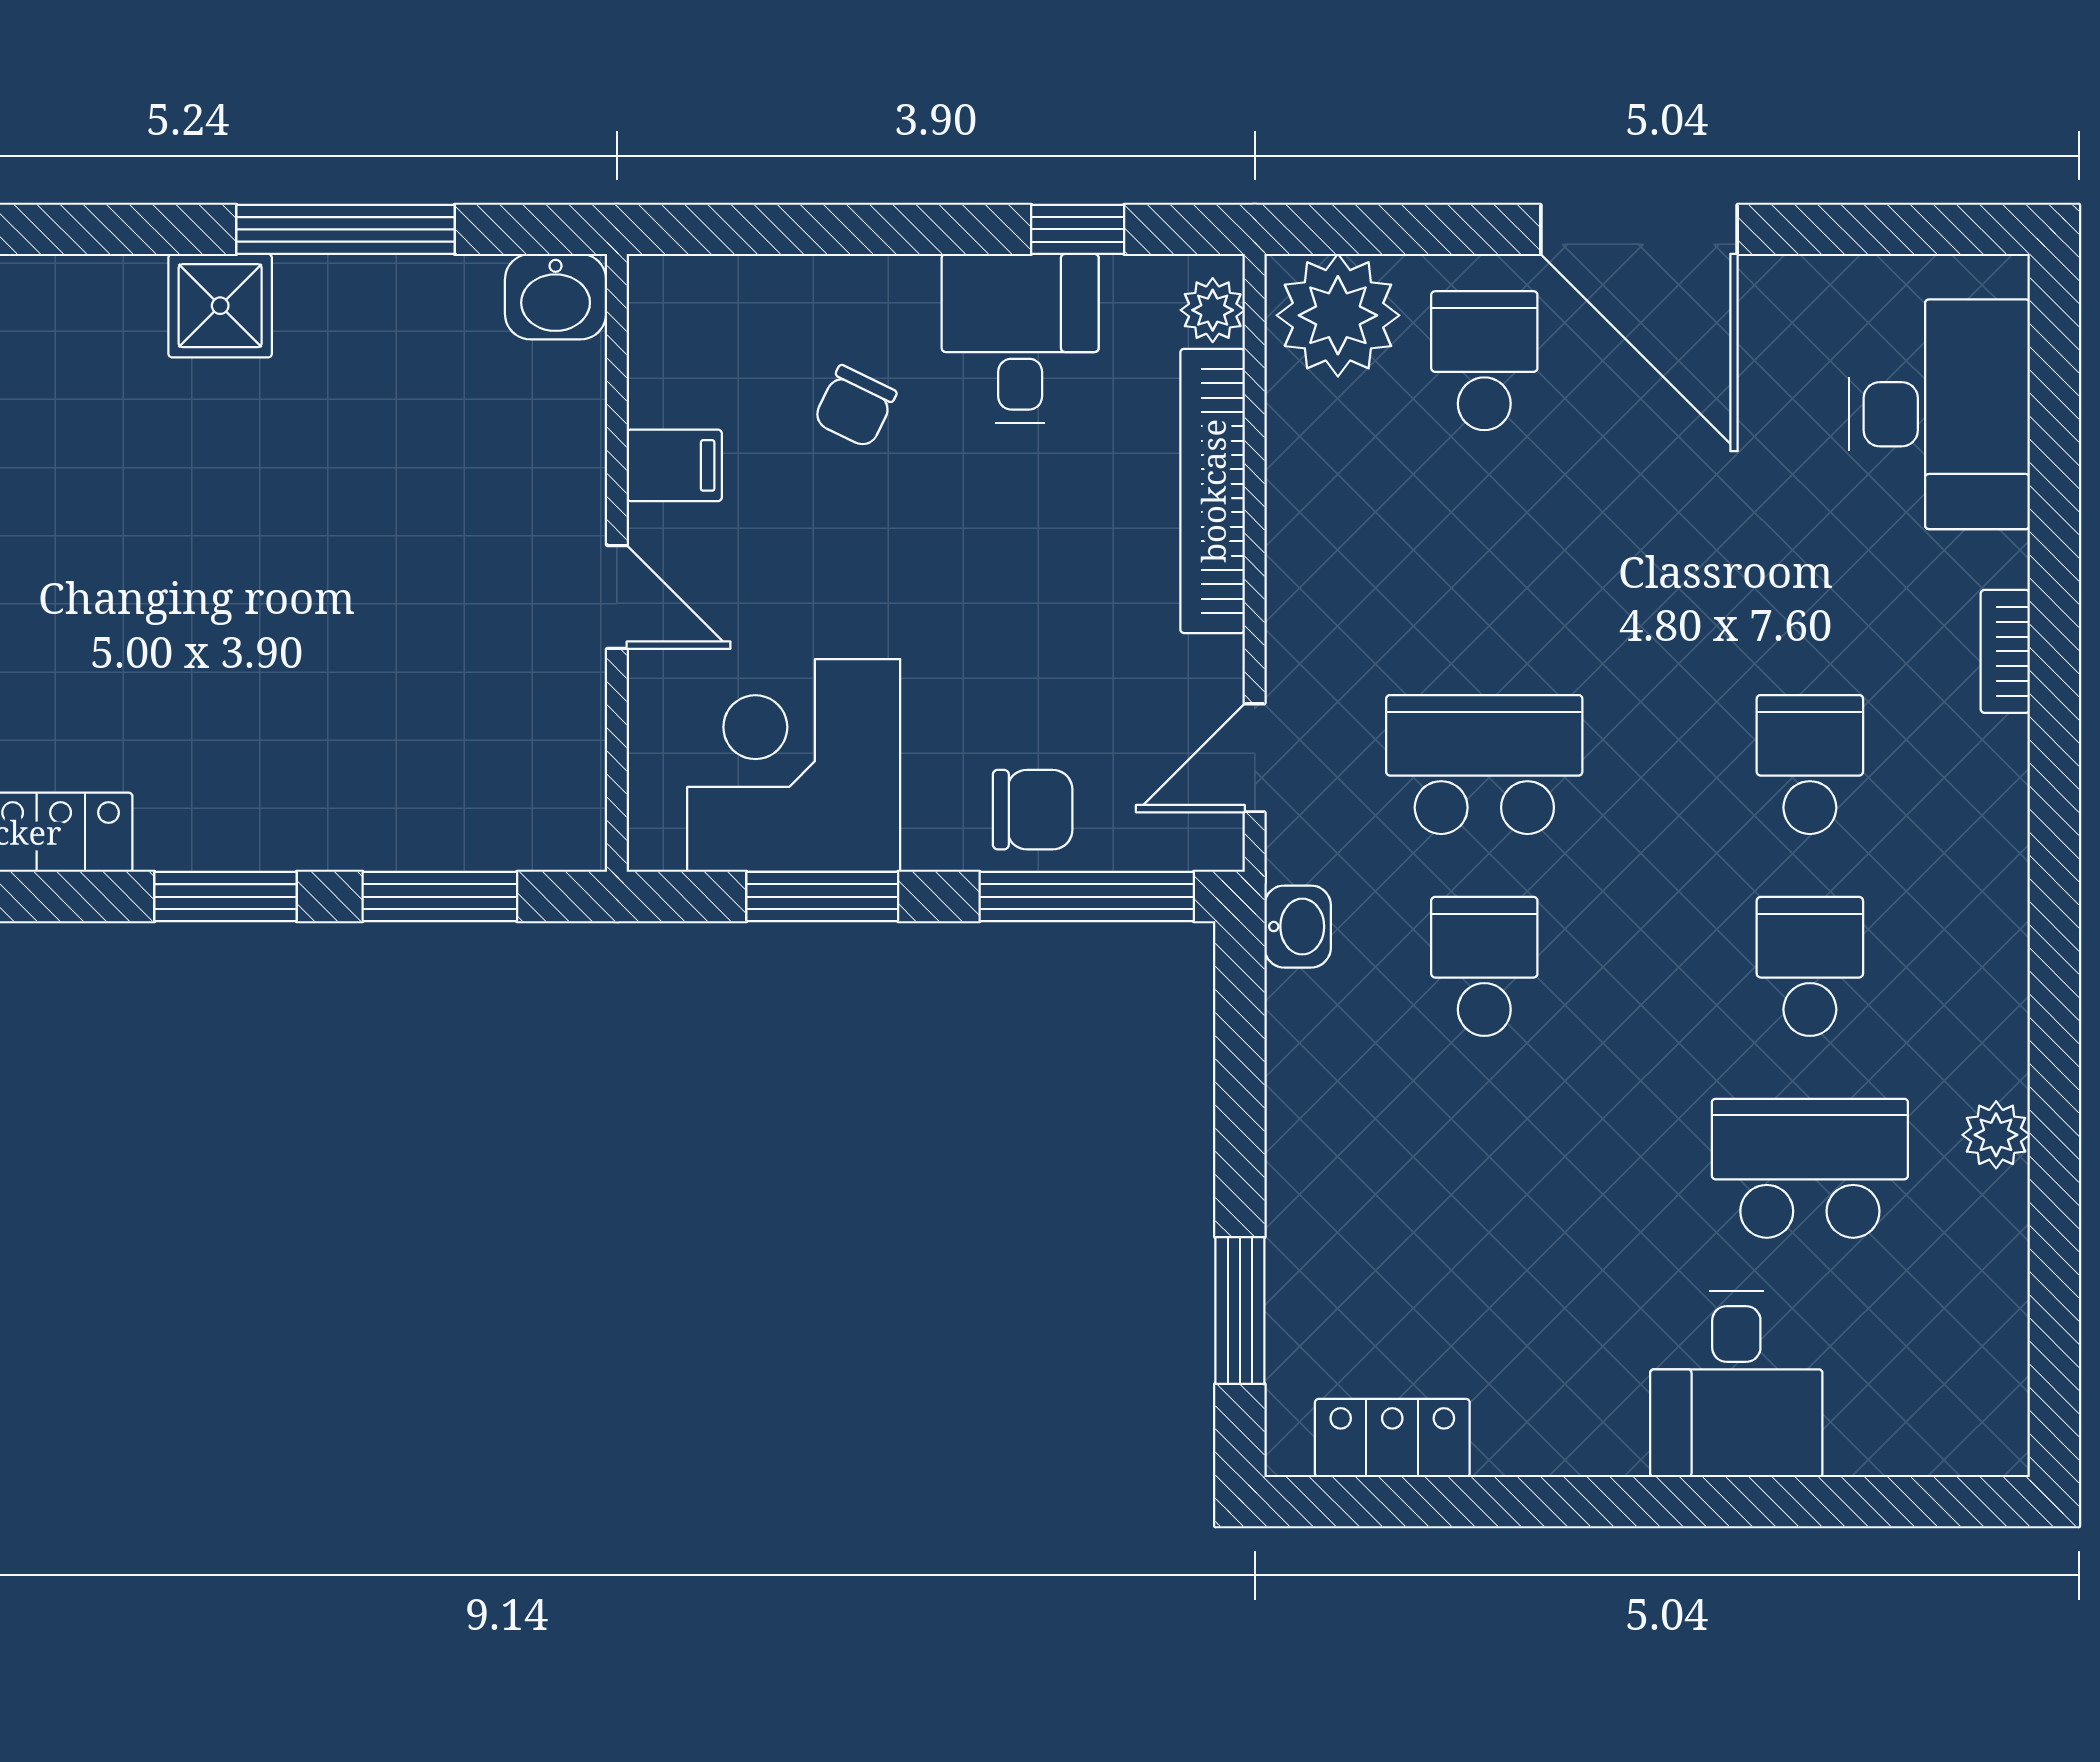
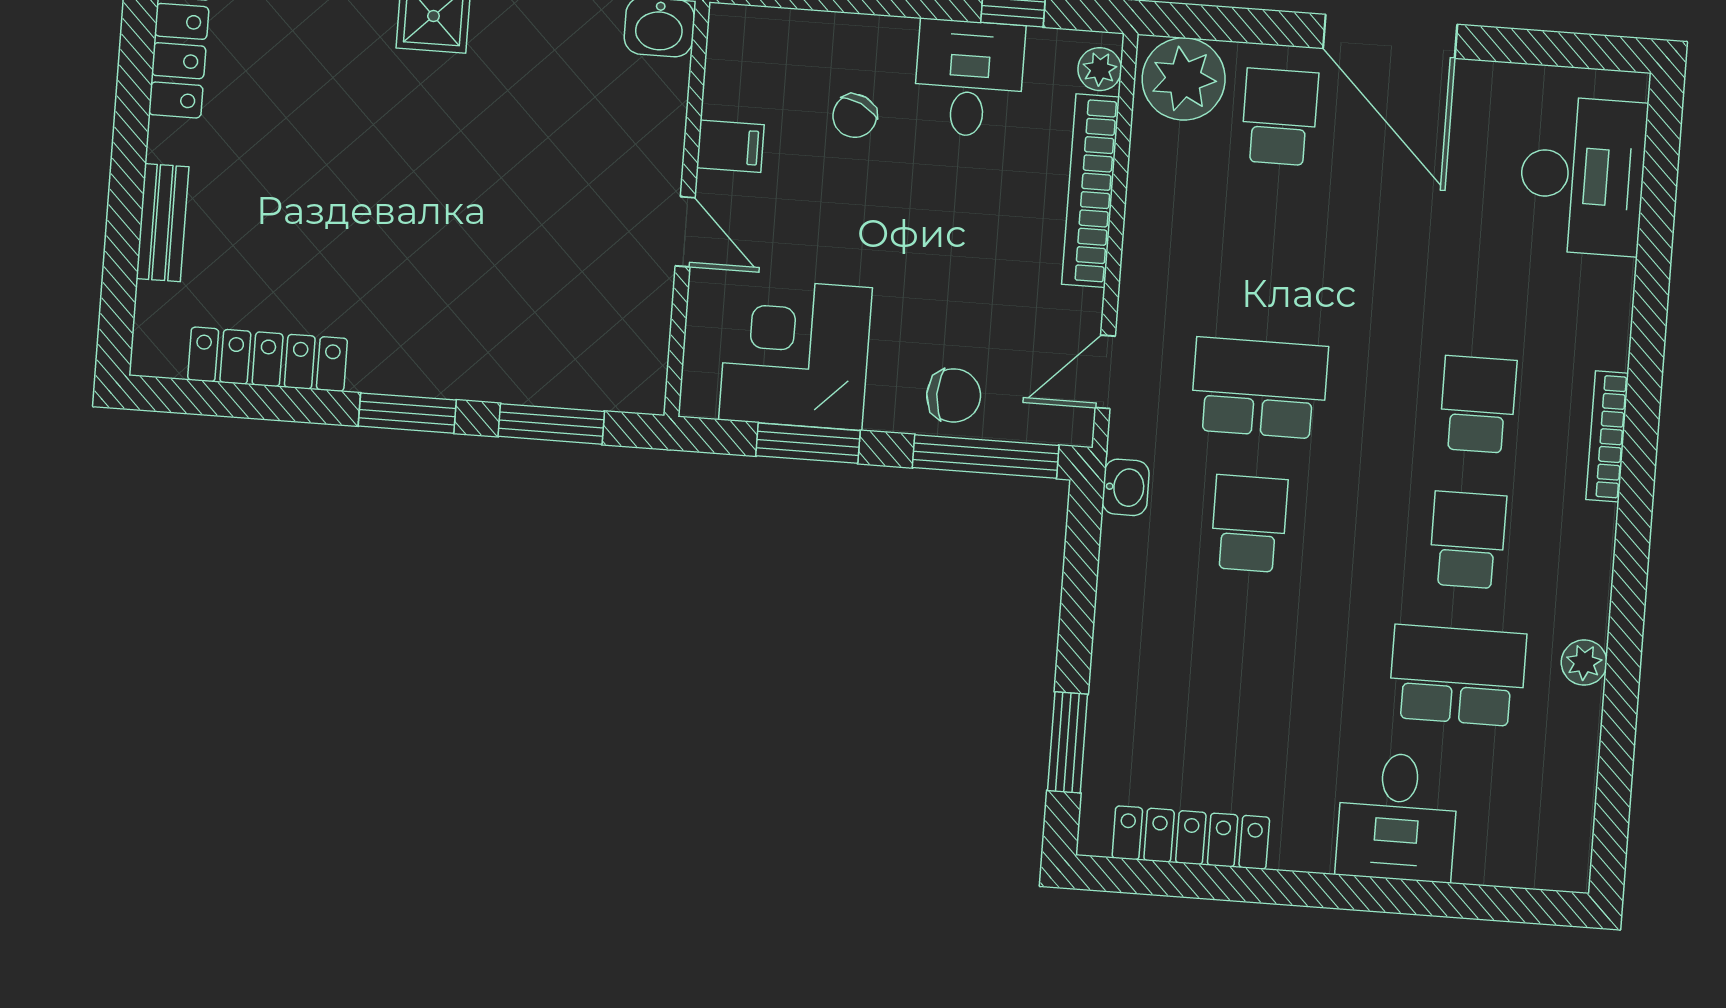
bookcase: (2005, 651) -> (1607, 436), moved, width x1.56
locker: (1392, 1438) -> (1191, 838), width x1.53

